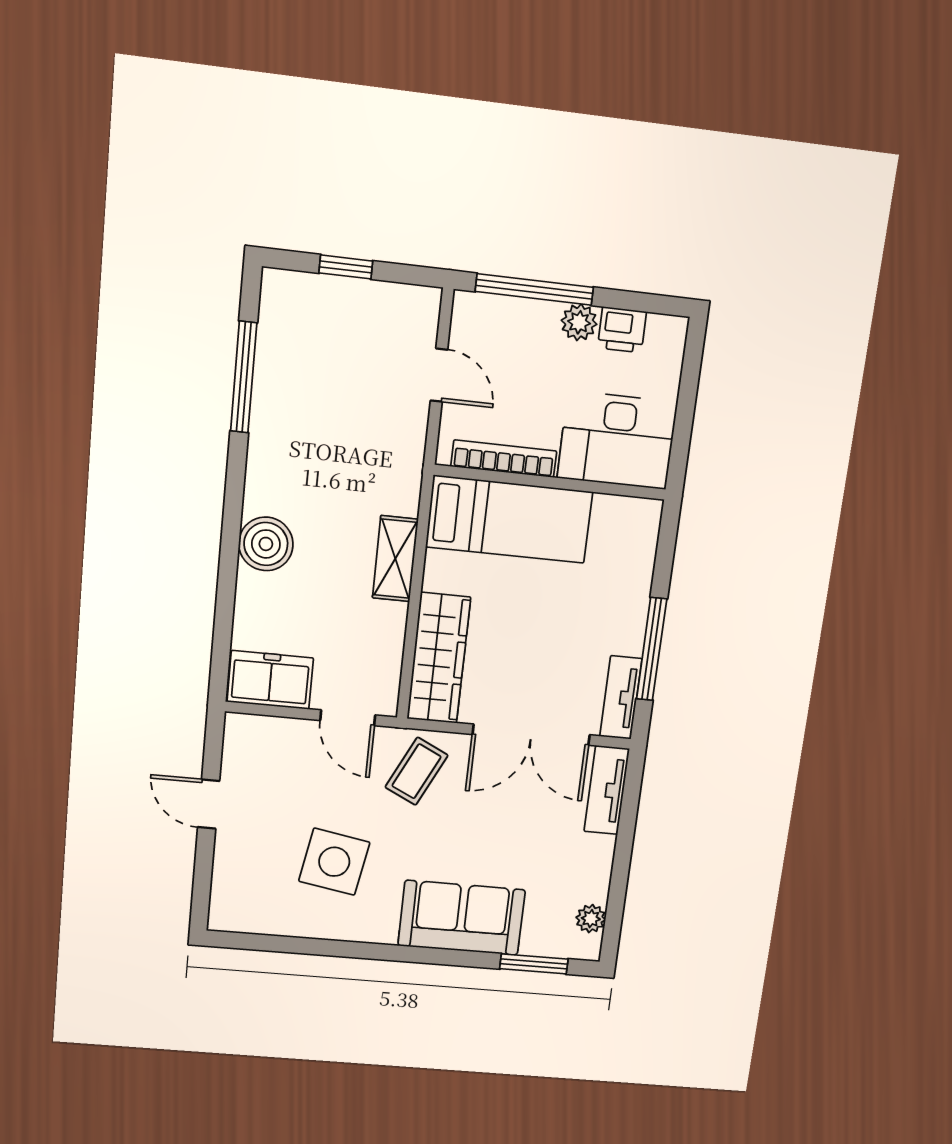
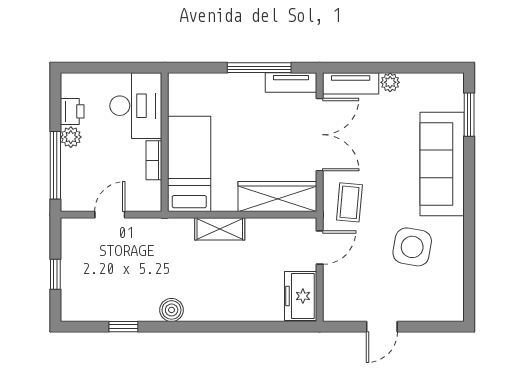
window: (244, 377) -> (123, 327), width x0.46
bookcase: (504, 459) -> (154, 160), width x0.64
boiler: (266, 544) -> (172, 310), moved, width x0.73, depth x0.73
coffee table: (417, 771) -> (349, 202), turned 69
sofa: (462, 918) -> (442, 164), width x1.36
plant: (591, 919) -> (390, 82), moved

